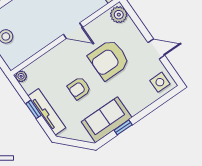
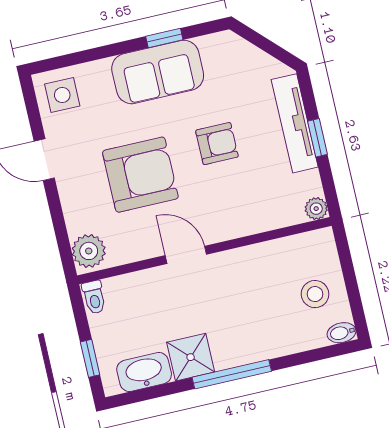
sofa: (107, 120) -> (158, 72), moved

